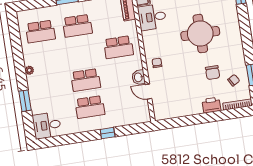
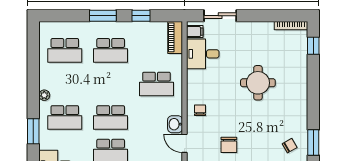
round table: (200, 34) -> (258, 83), width x0.73, depth x0.73
chair: (213, 73) -> (229, 145), moved
school desk: (49, 86) -> (65, 118), added

